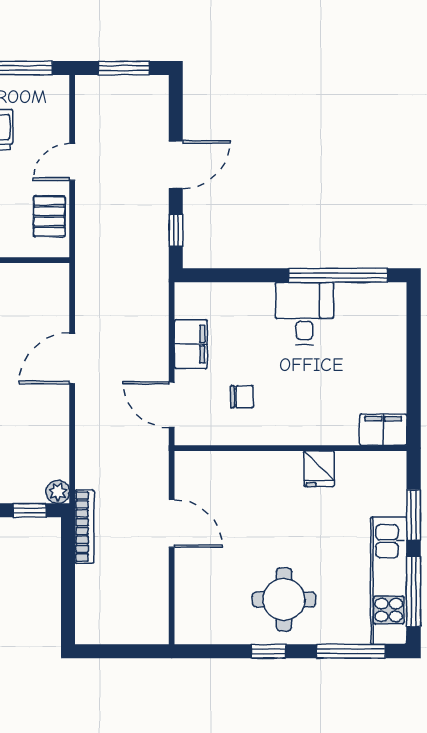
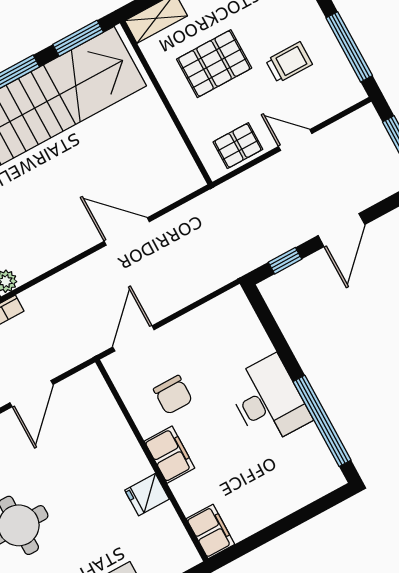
door: (176, 165) -> (341, 230), hinge flipped
desk: (304, 313) -> (269, 400), width x1.37
filing cabinet: (191, 344) -> (170, 455), moved, turned -90
chair: (242, 397) -> (173, 395), width x1.37, depth x1.37

